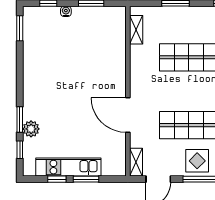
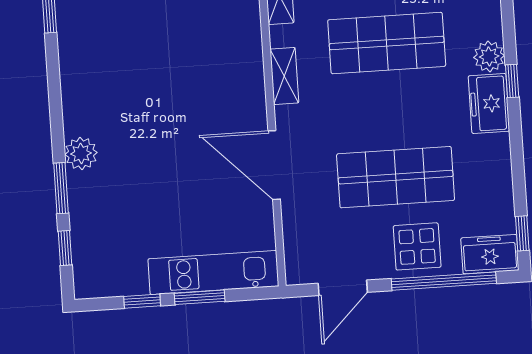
plant: (31, 129) -> (81, 153), moved
shelving: (136, 162) -> (284, 76), moved
kitchen unit: (68, 167) -> (213, 272), moved

